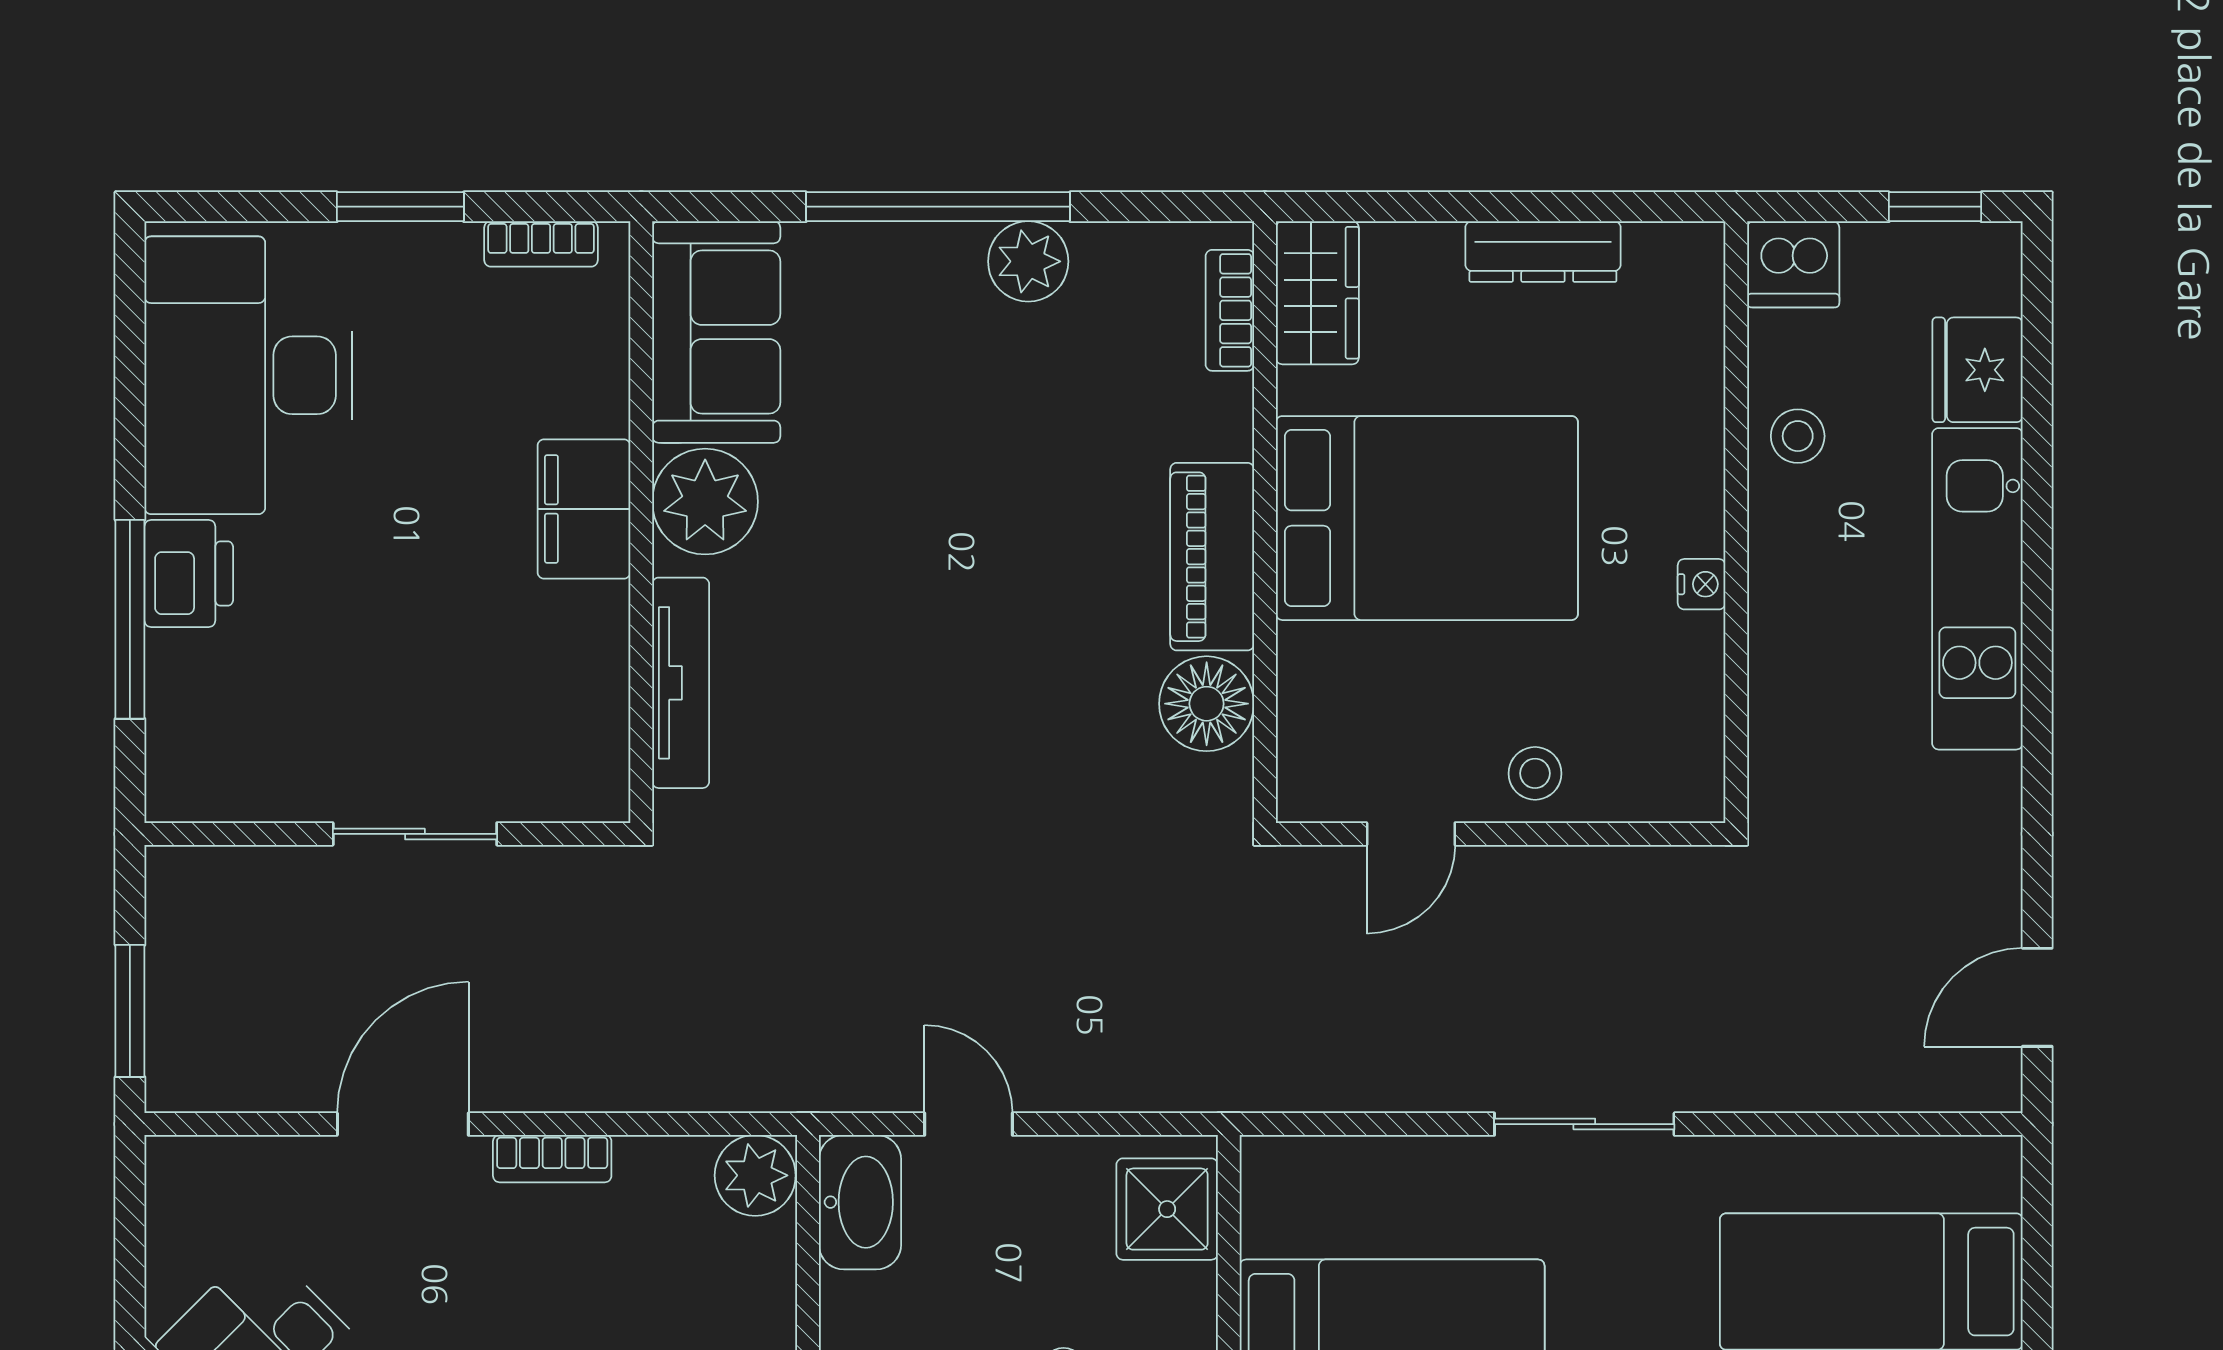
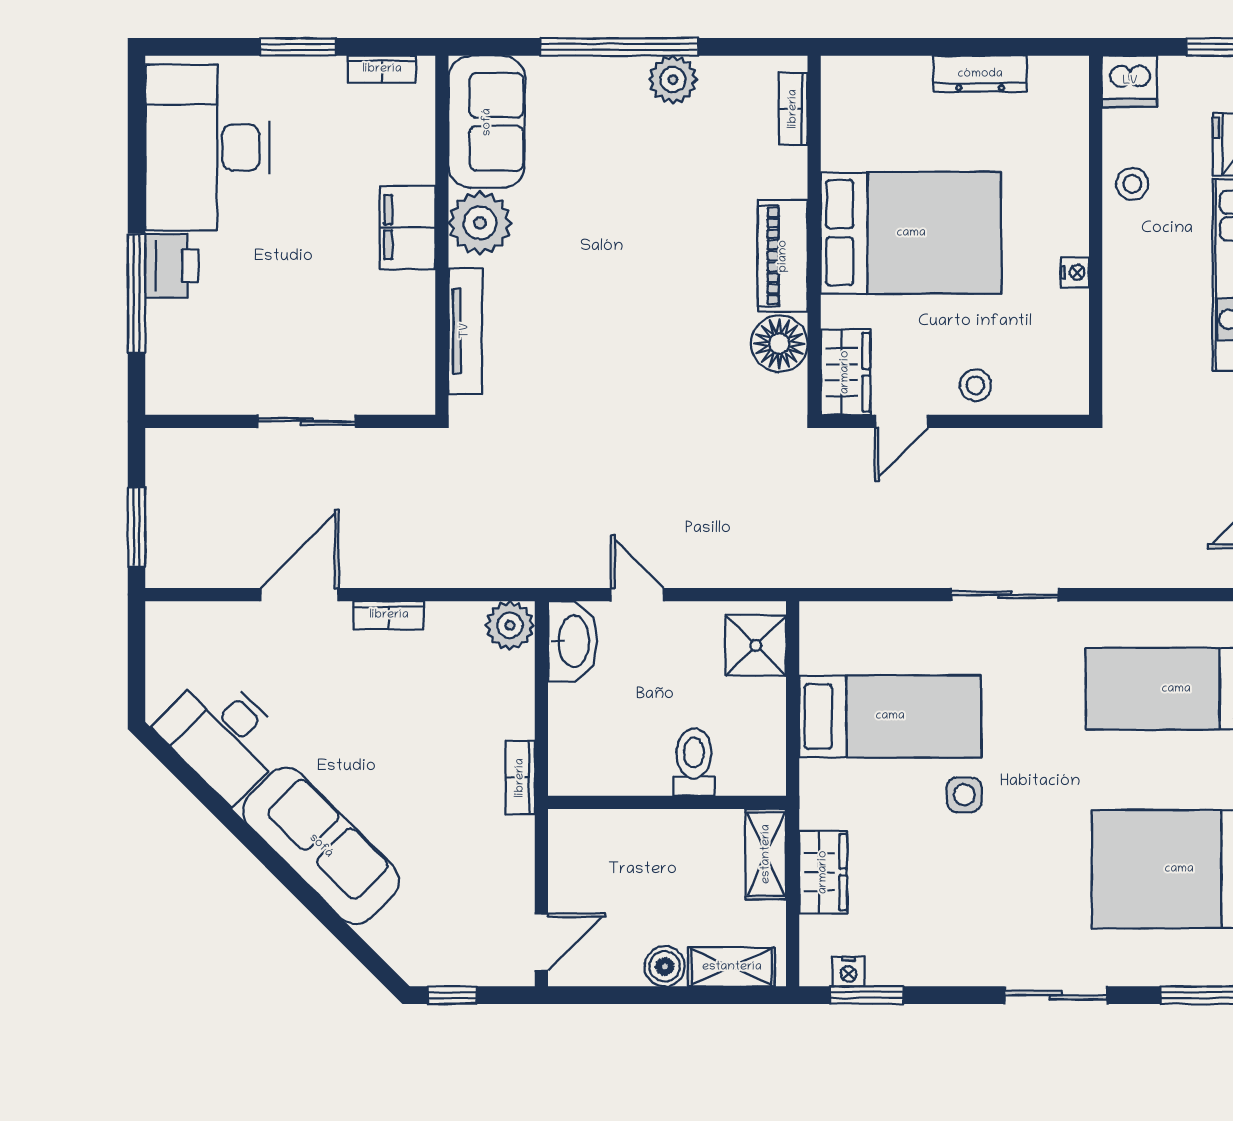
wardrobe: (1317, 293) -> (845, 372), moved

